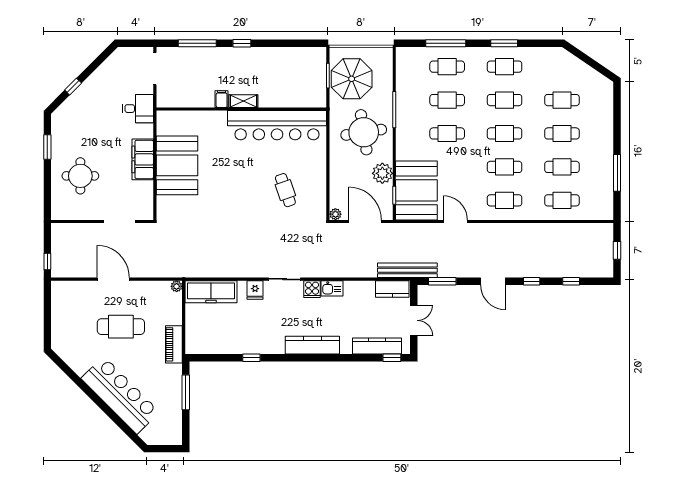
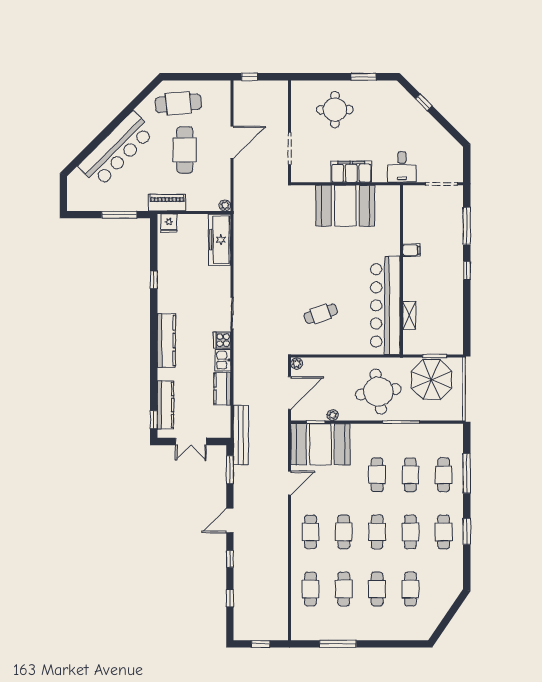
shelving: (243, 101) -> (409, 315), moved
plant: (382, 173) -> (333, 415), width x0.53, depth x0.53
kitchen counter: (392, 289) -> (222, 389), moved
fridge: (255, 290) -> (169, 223), moved, turned -90
cafe table: (74, 333) -> (178, 103), added

